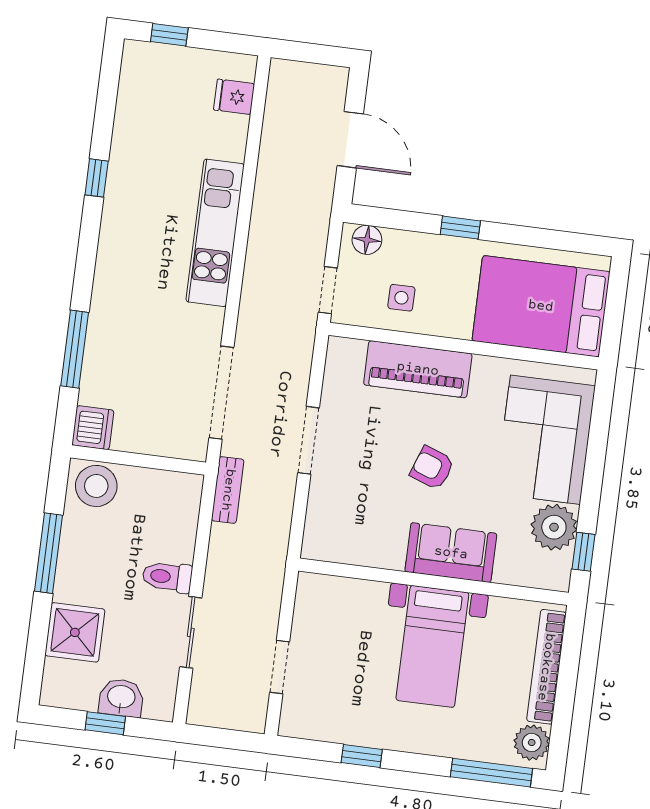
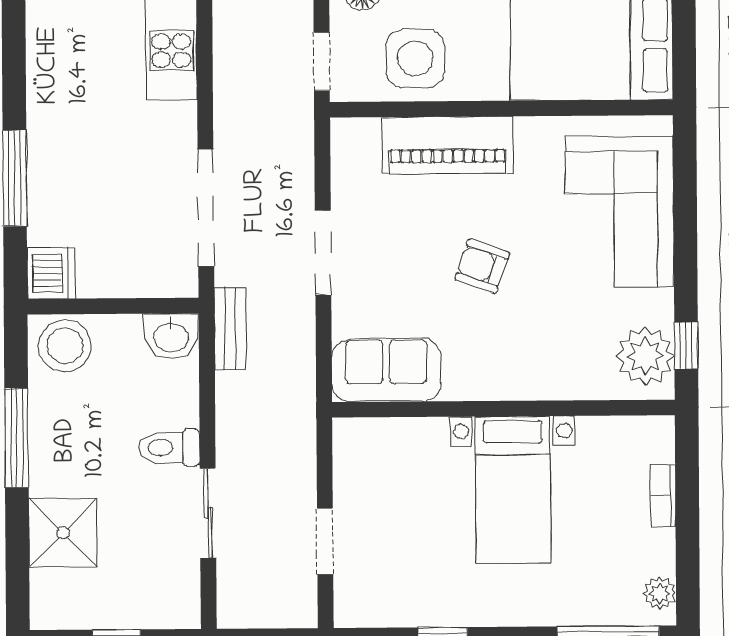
side table: (401, 298) -> (415, 58), width x1.87, depth x1.87
plant: (554, 527) -> (645, 356), moved
sofa: (451, 553) -> (386, 370), moved
bookcase: (546, 667) -> (663, 496), width x0.43, depth x0.76
washbasin: (121, 698) -> (171, 336), moved, turned 180
plant: (532, 743) -> (660, 593), width x0.73, depth x0.73

